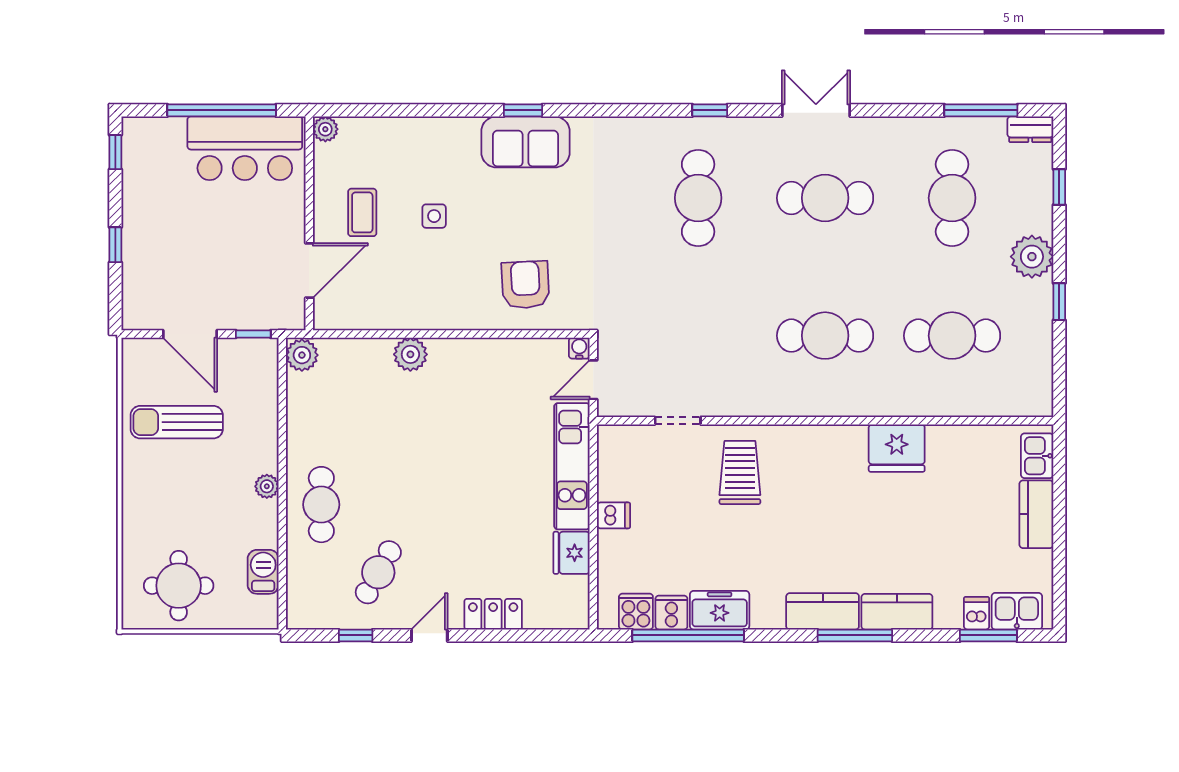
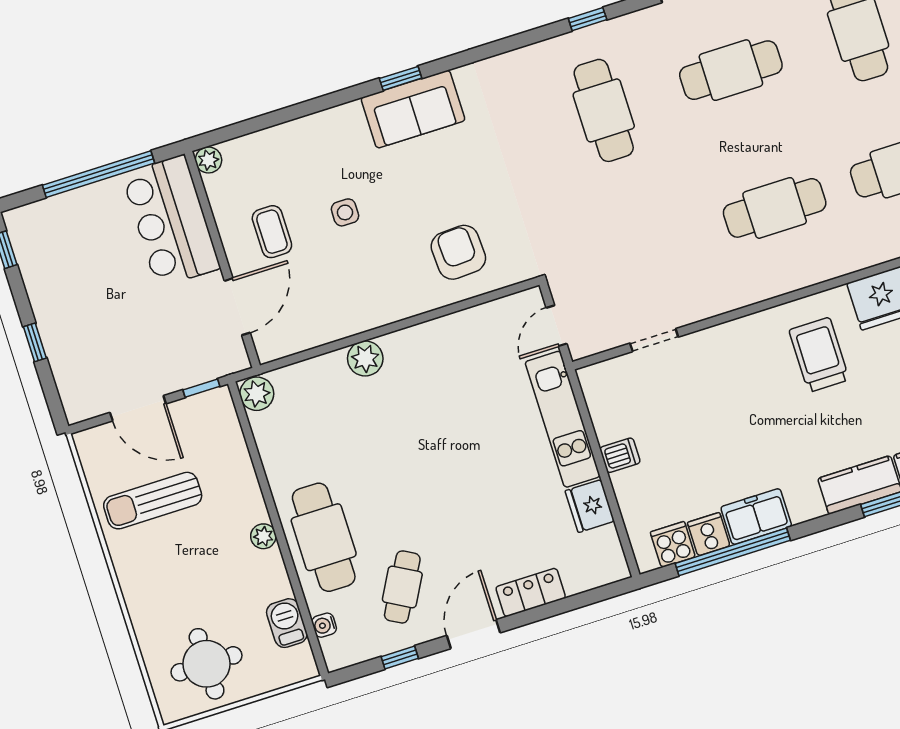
bar counter: (245, 148) -> (171, 221), moved, turned 90
water cooler: (579, 348) -> (324, 625), moved, turned -90
trolley: (740, 473) -> (819, 355), moved
cafe table: (321, 505) -> (324, 537), width x1.37, depth x1.35
door: (429, 635) -> (473, 634), width x1.38

